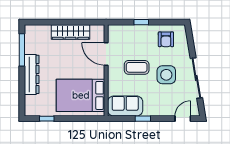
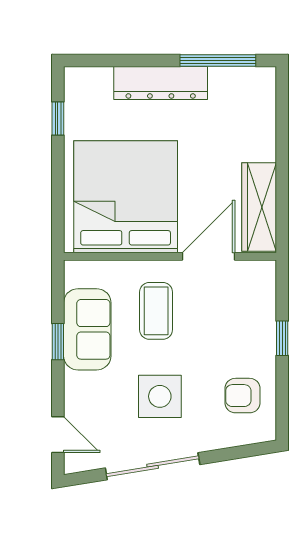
wardrobe: (71, 32) -> (259, 207), moved
coffee table: (137, 67) -> (156, 311), moved
bed: (81, 95) -> (126, 197), width x1.36
sofa: (125, 106) -> (87, 329), moved

